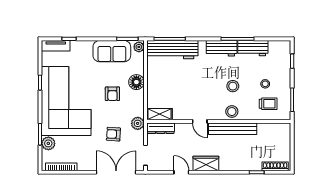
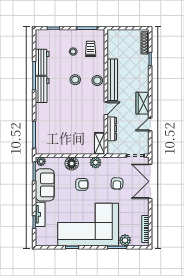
tv unit: (56, 46) -> (40, 214), moved
workbench: (172, 50) -> (43, 132), removed
plant: (138, 123) -> (96, 162), moved
dresser: (161, 128) -> (112, 129), moved

